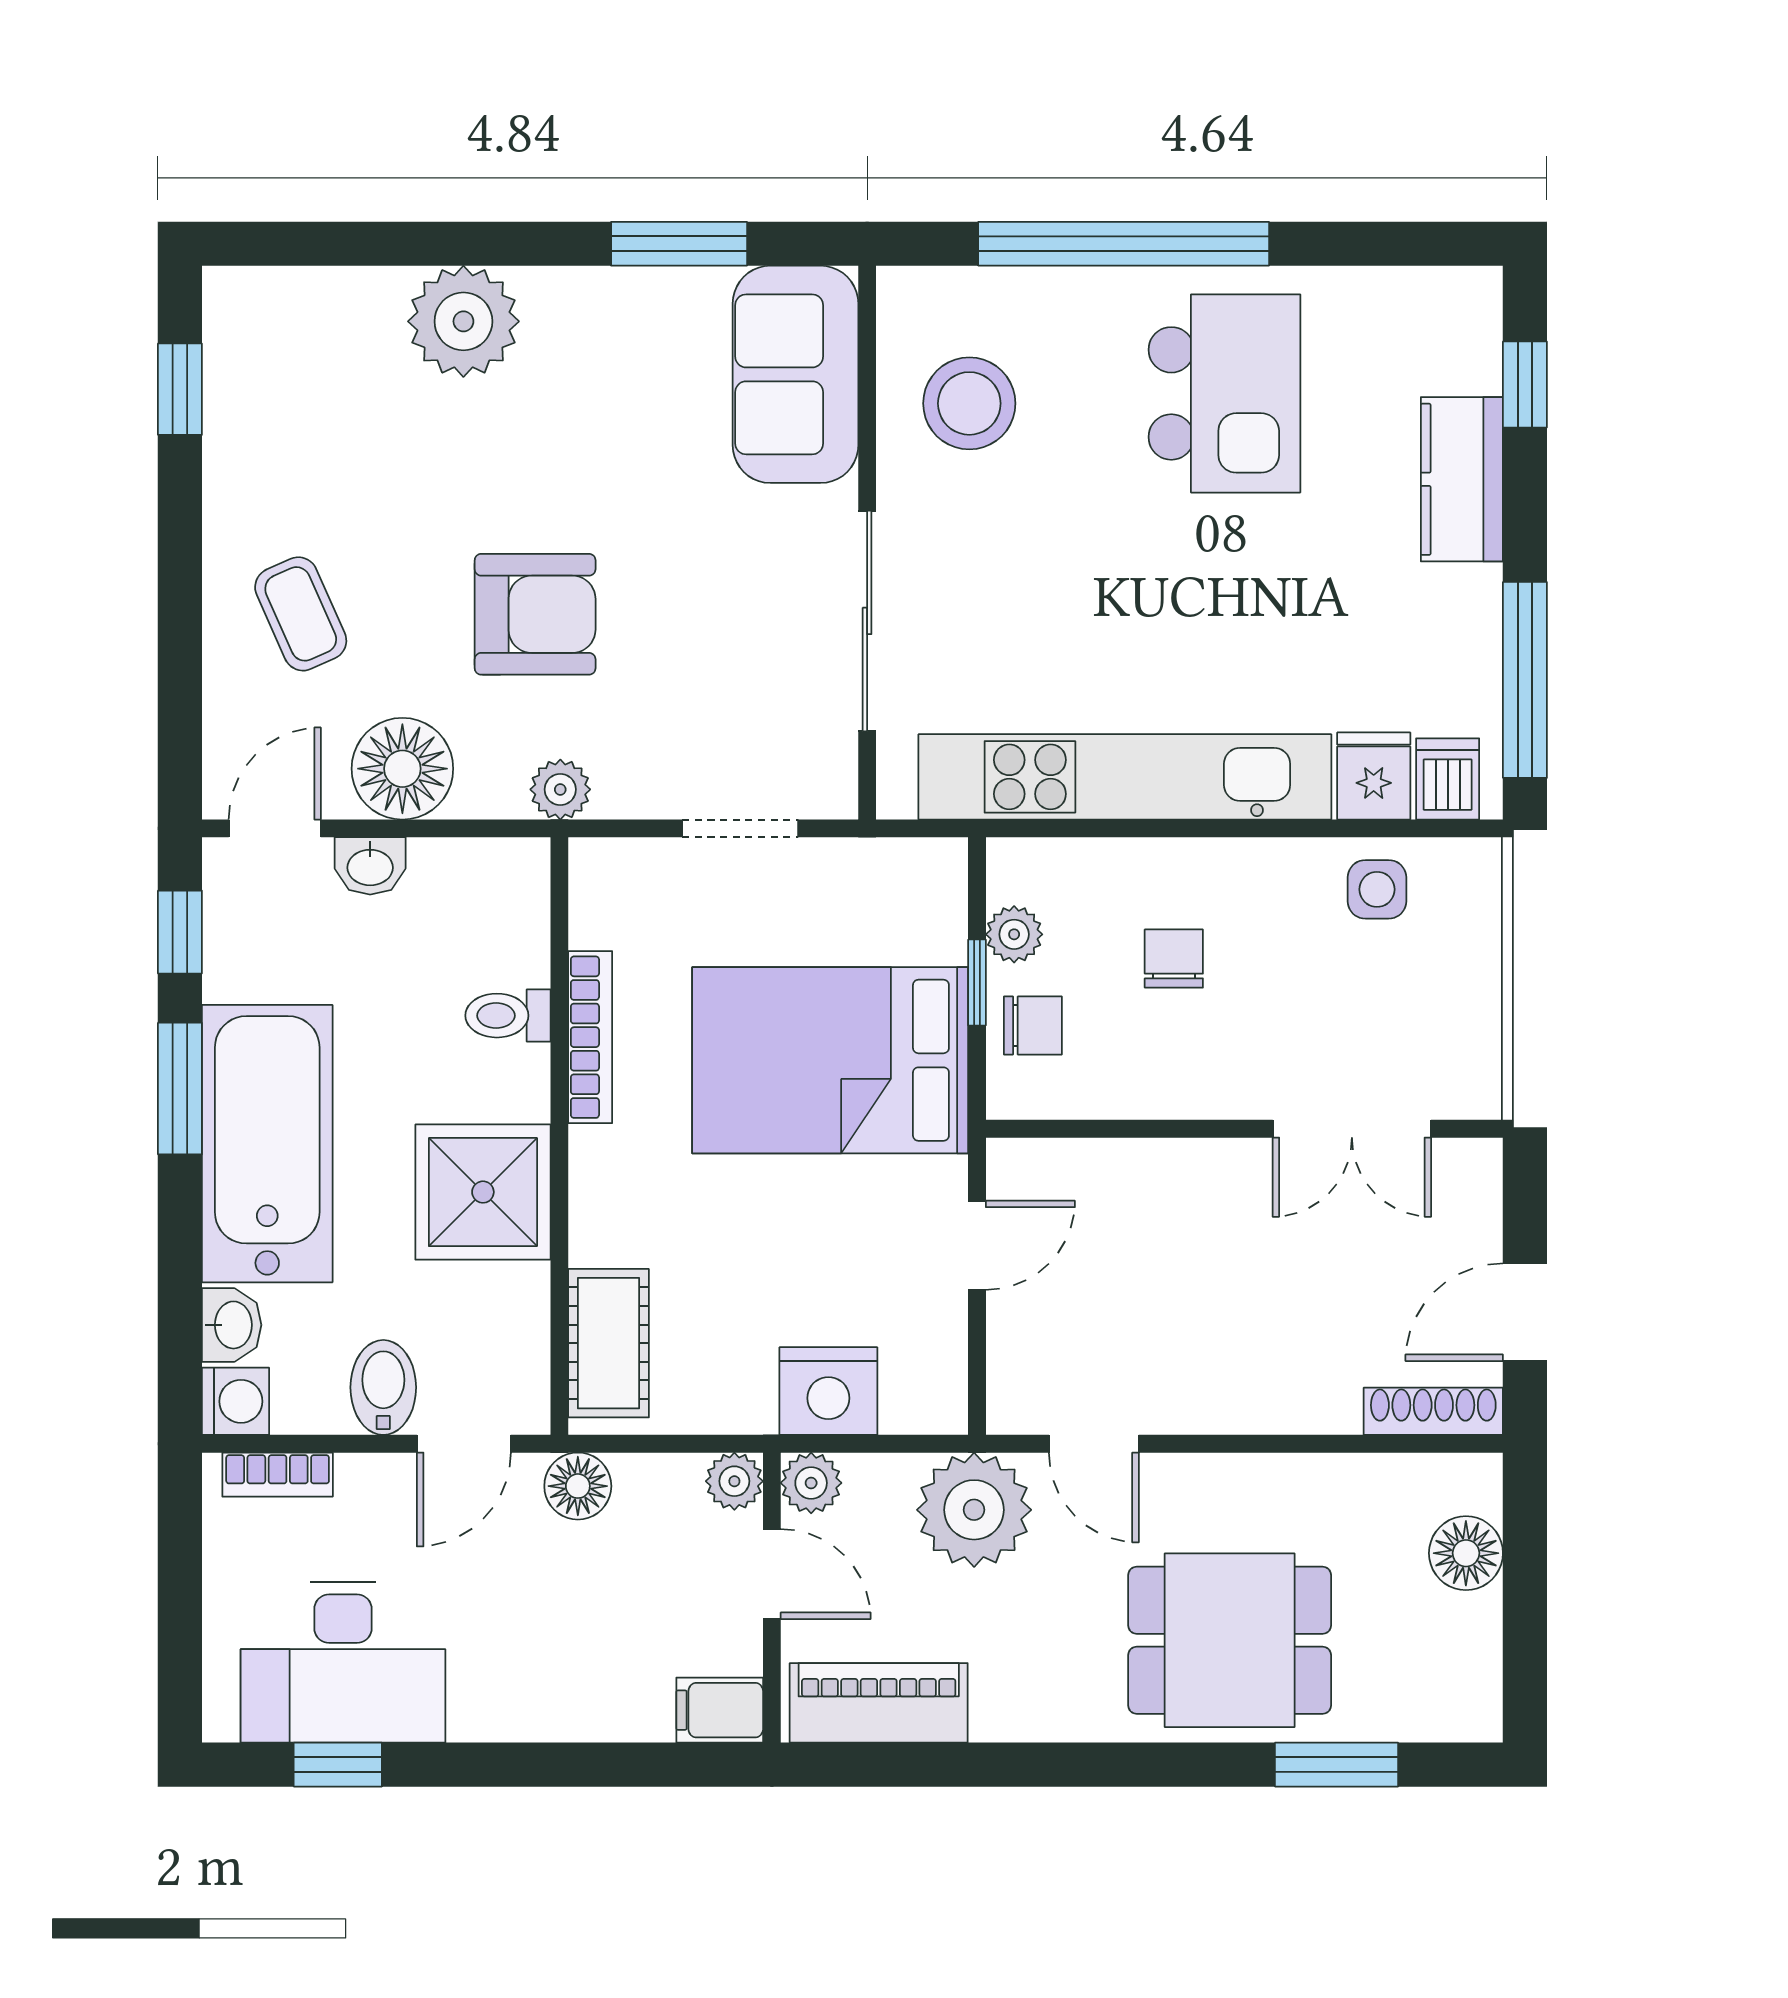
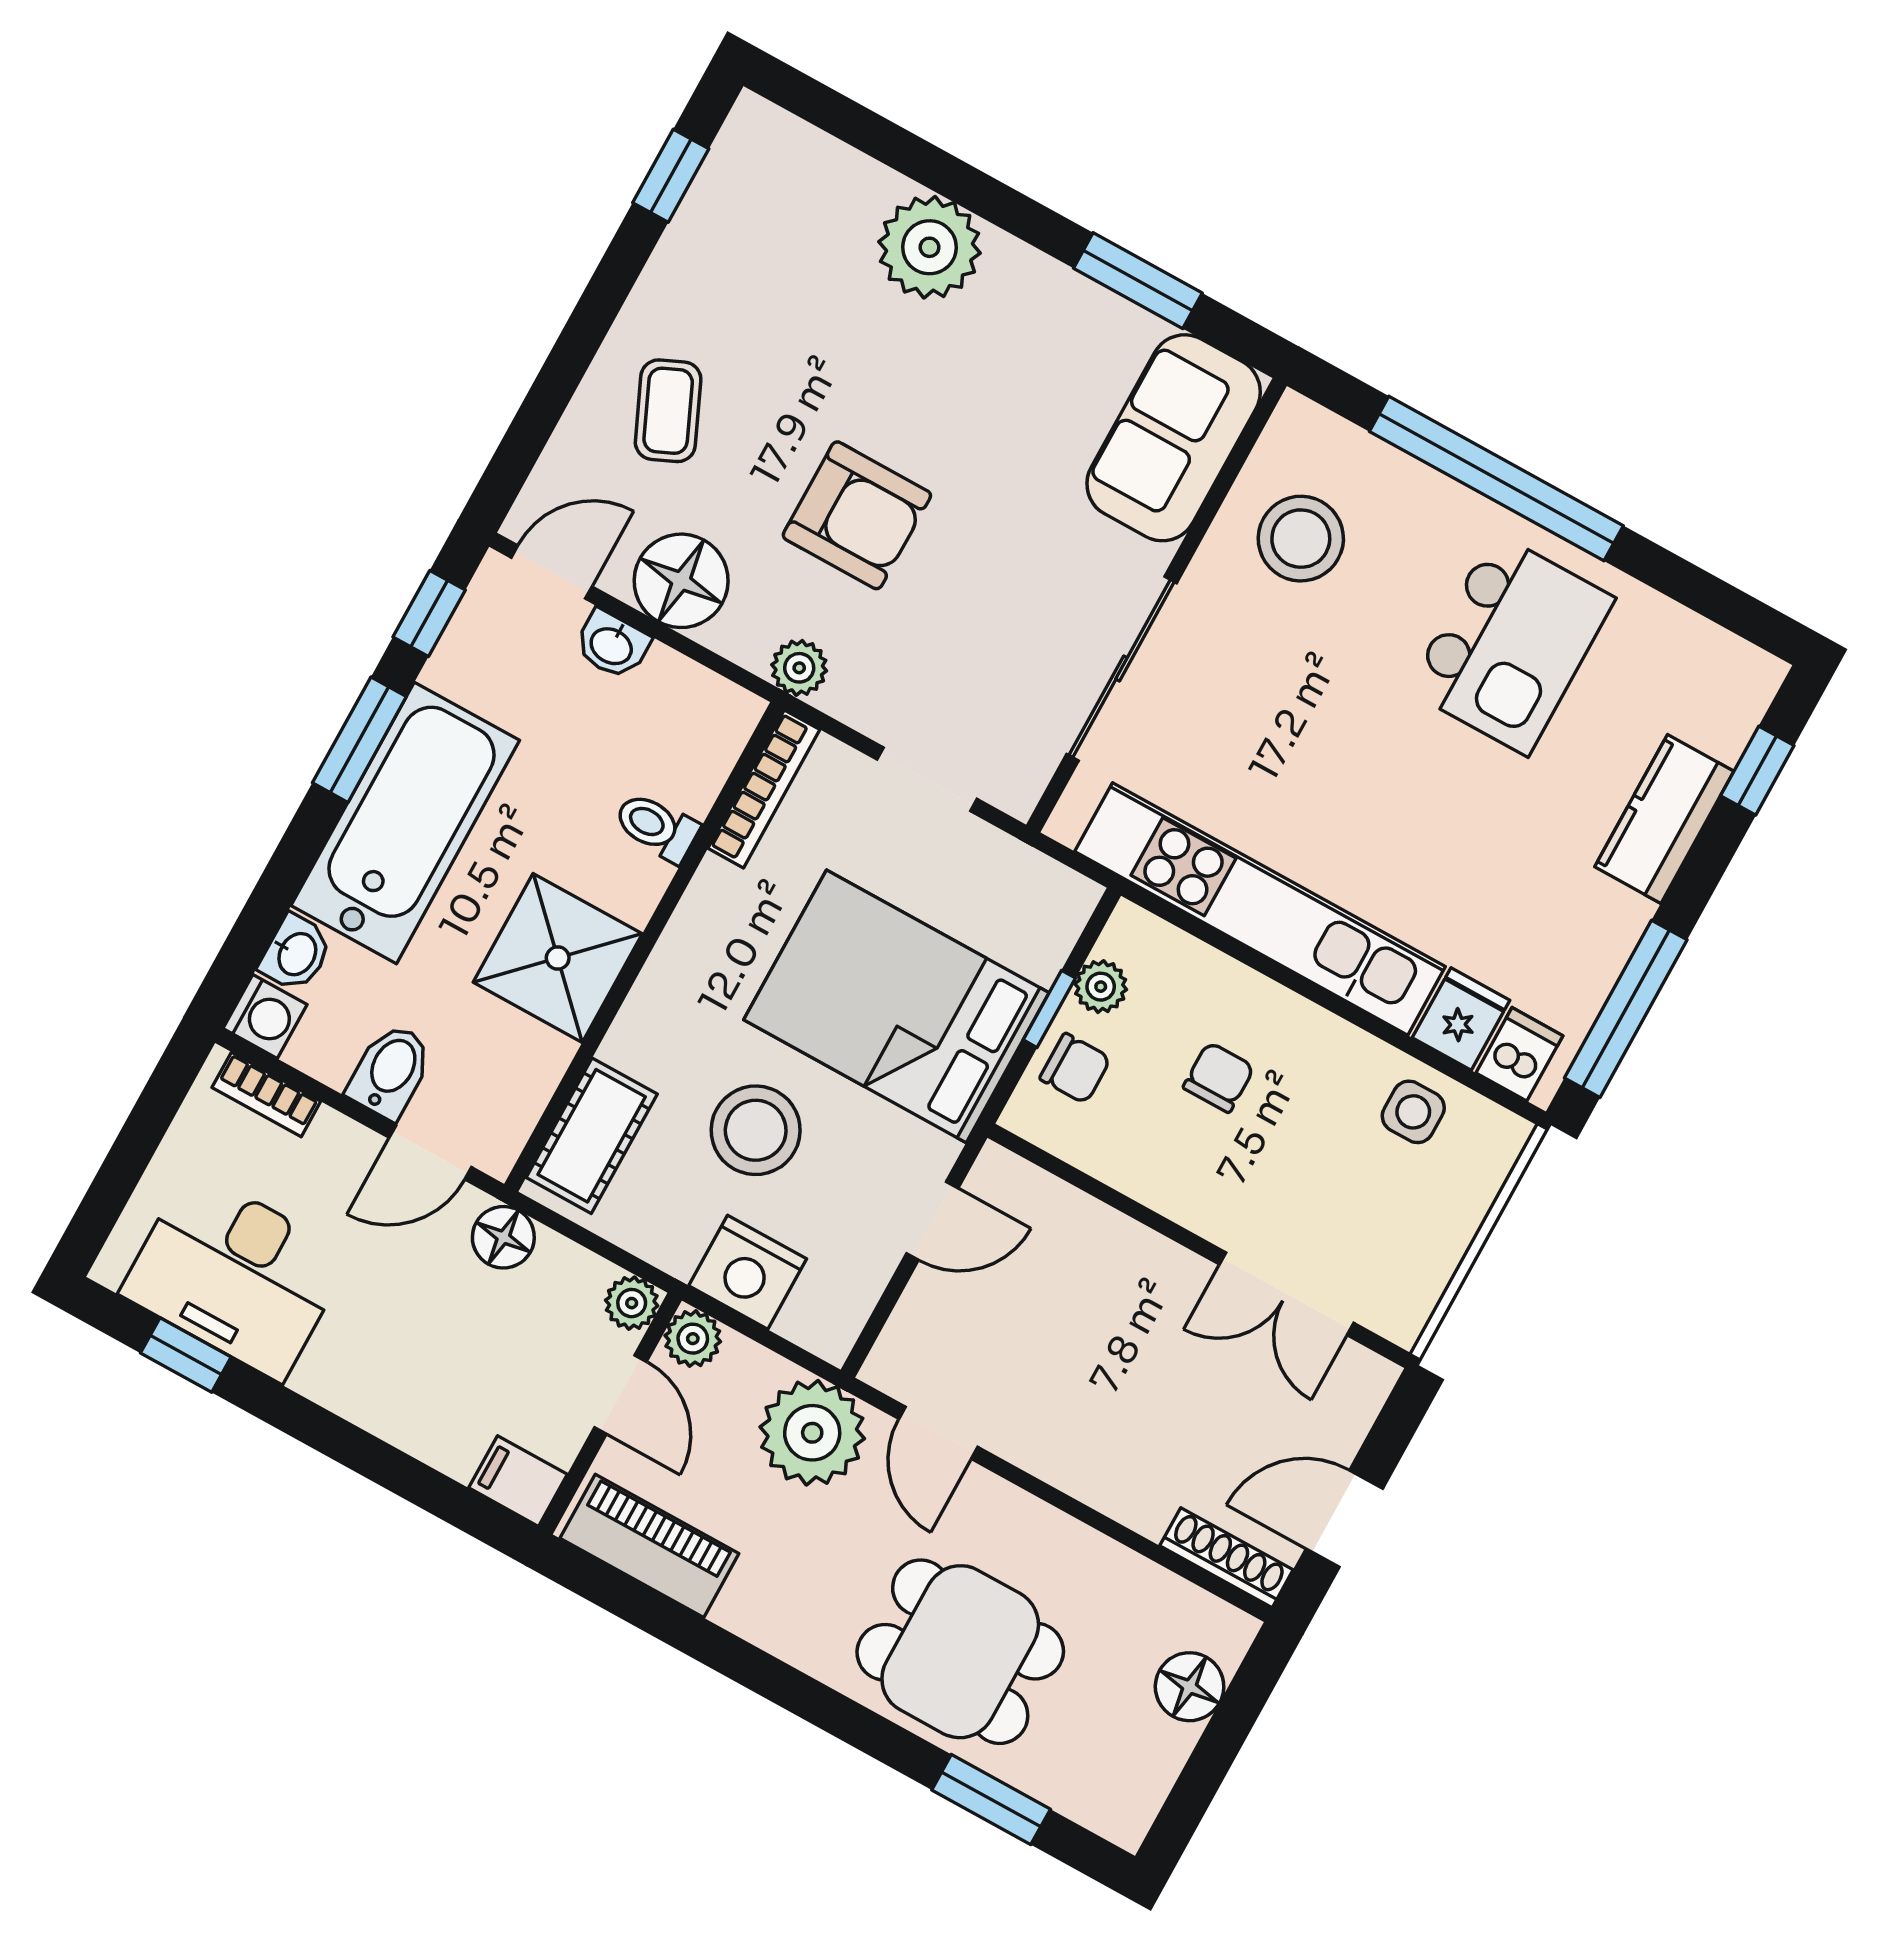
bookcase: (590, 1037) -> (764, 789), moved
stool: (762, 1252) -> (756, 1130), added

